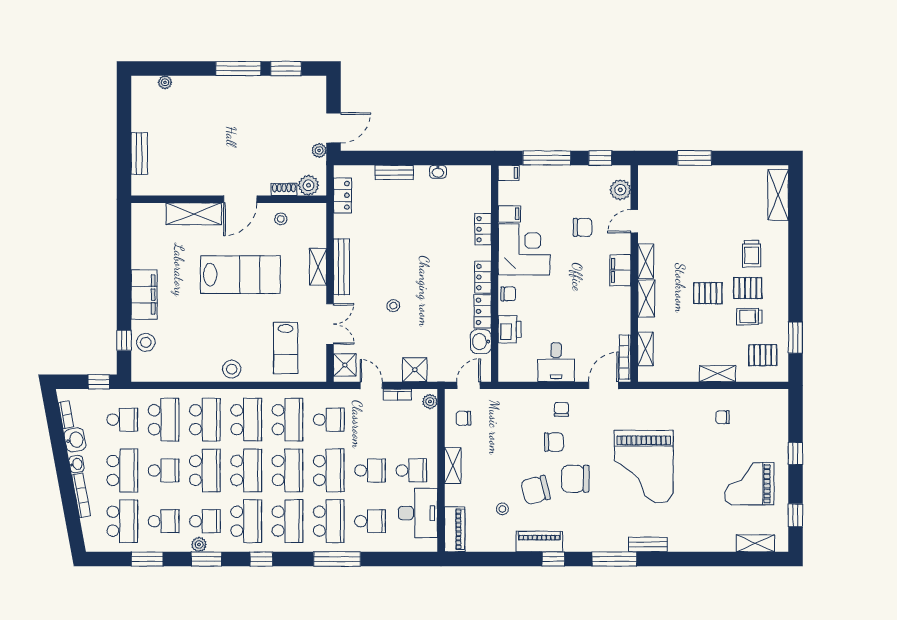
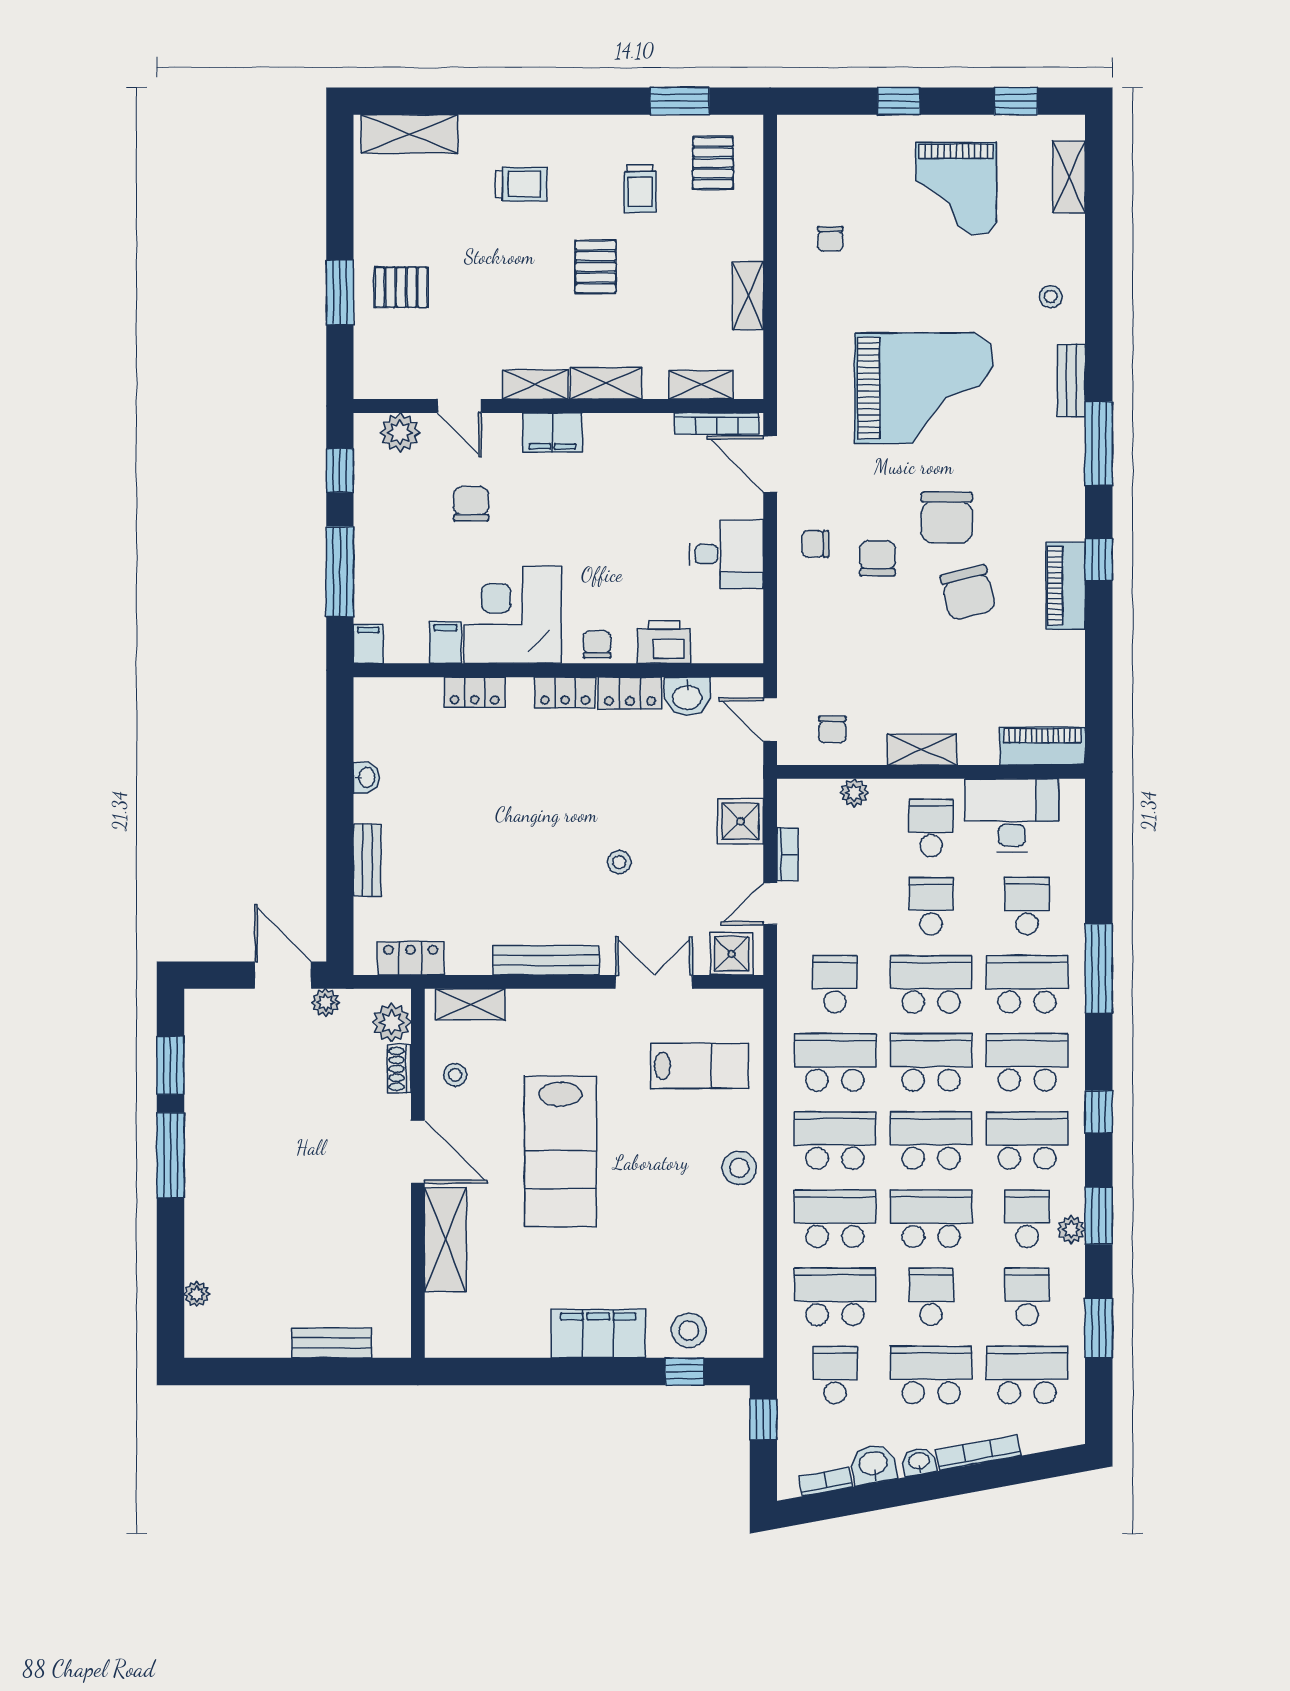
shelving: (318, 267) -> (471, 1004), moved
lab bench: (240, 275) -> (561, 1151), turned 180
pallet: (748, 288) -> (401, 287), moved, turned 90
shelving: (718, 374) -> (748, 296), moved
plant: (430, 402) -> (854, 793), moved
stool: (502, 509) -> (1051, 297), moved

